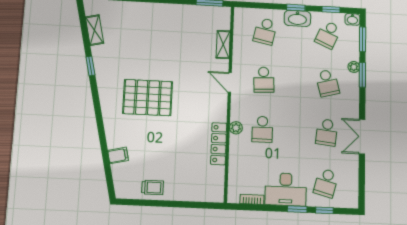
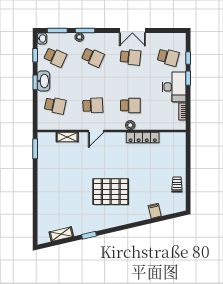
school desk: (327, 83) -> (93, 57), turned 39
pallet: (148, 98) -> (111, 192), turned 90

